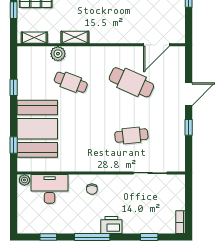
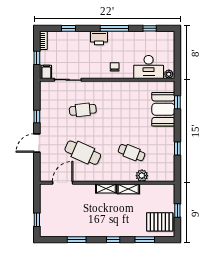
shelving: (34, 38) -> (106, 188), moved
booth: (37, 129) -> (163, 109), width x0.73, depth x0.70
filing cabinet: (177, 183) -> (46, 72), added
window: (189, 200) -> (37, 58), added

